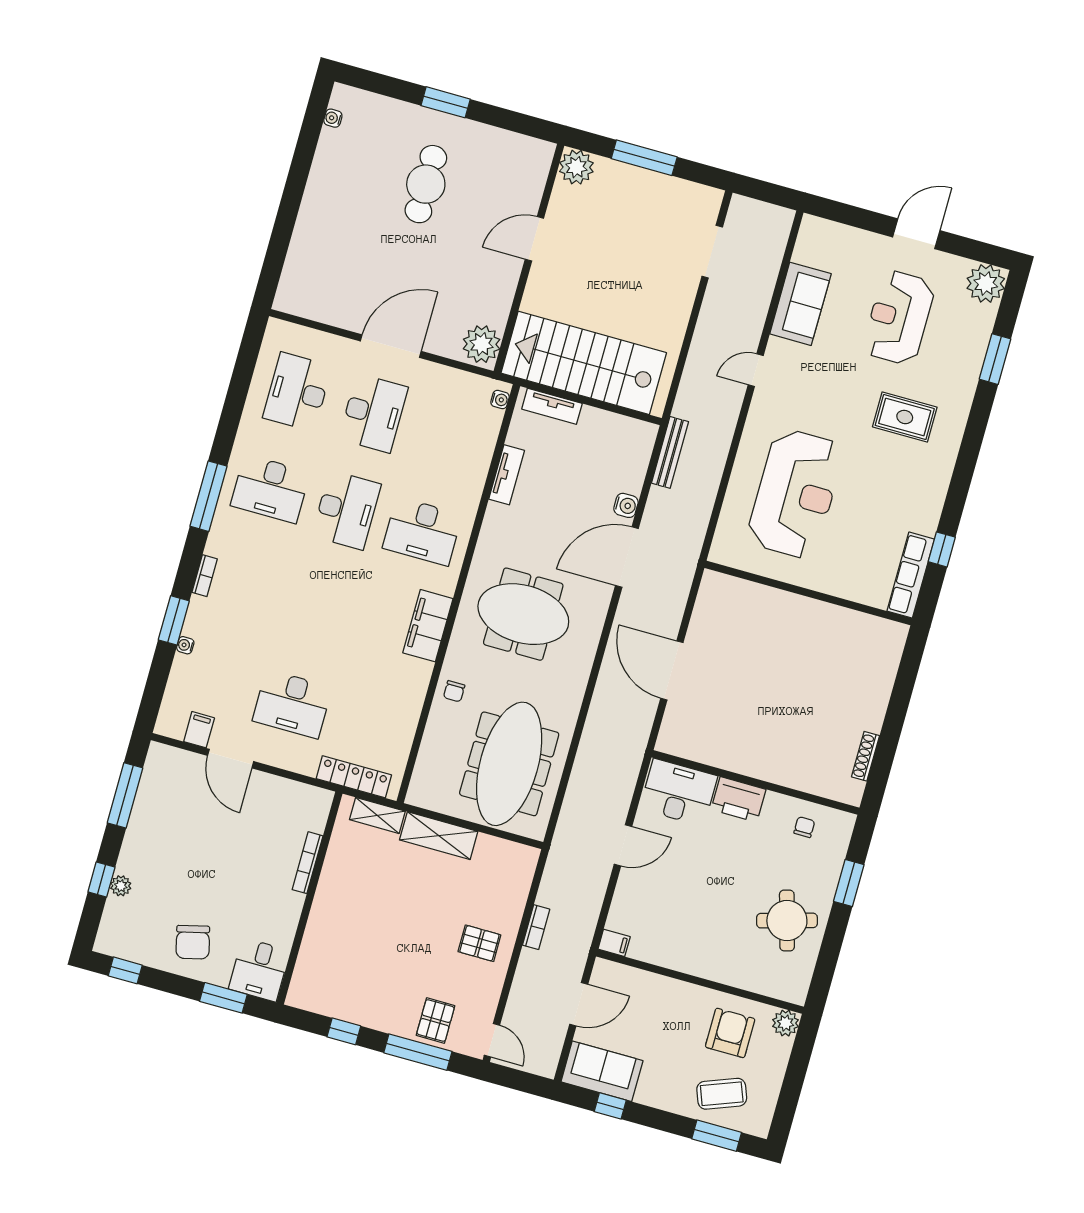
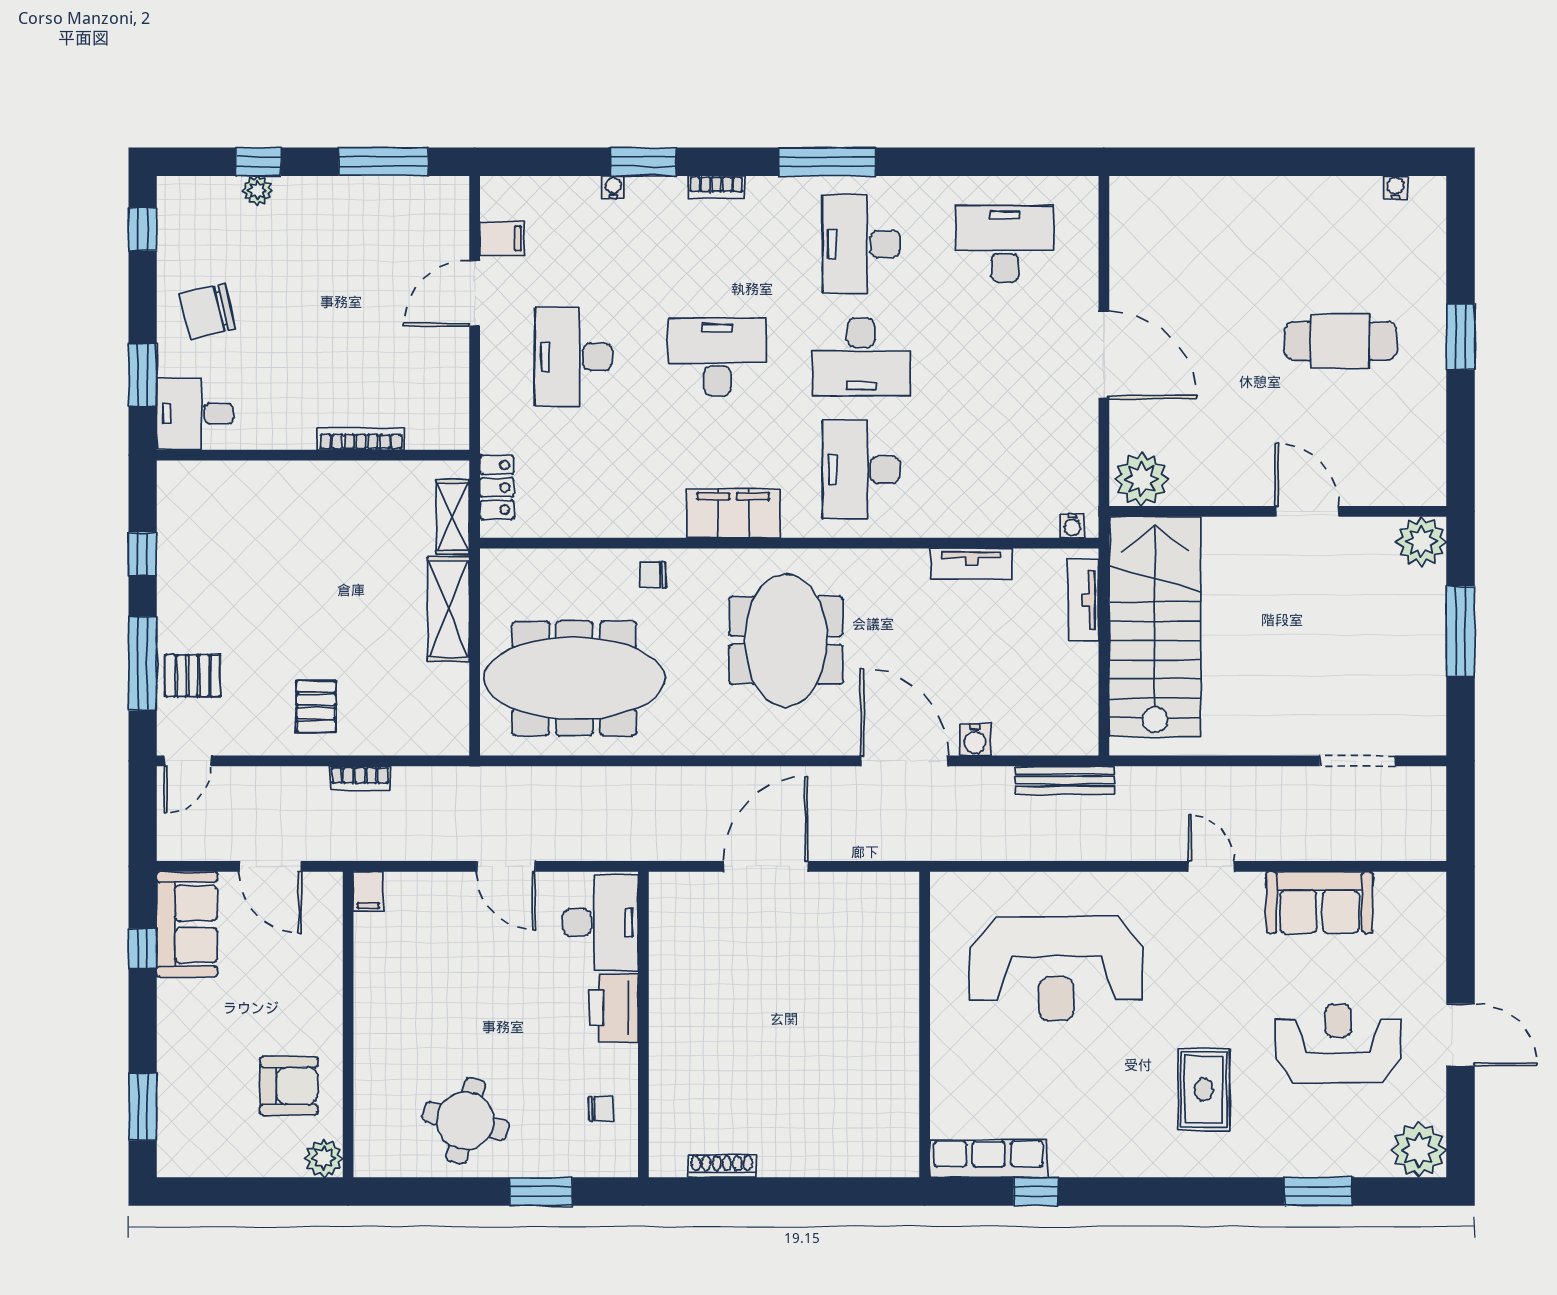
desk: (373, 413) -> (717, 357), moved, turned 180
locker: (354, 777) -> (497, 487), width x0.66
round table: (787, 921) -> (466, 1121), turned 30
coffee table: (722, 1094) -> (202, 1098), removed

